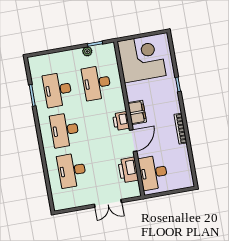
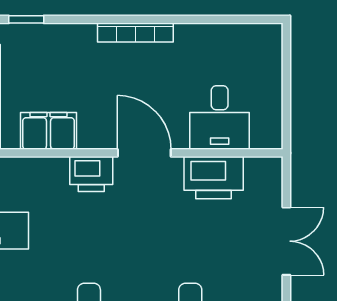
filing cabinet: (137, 112) -> (49, 131), moved
desk: (153, 173) -> (220, 118), width x0.73

